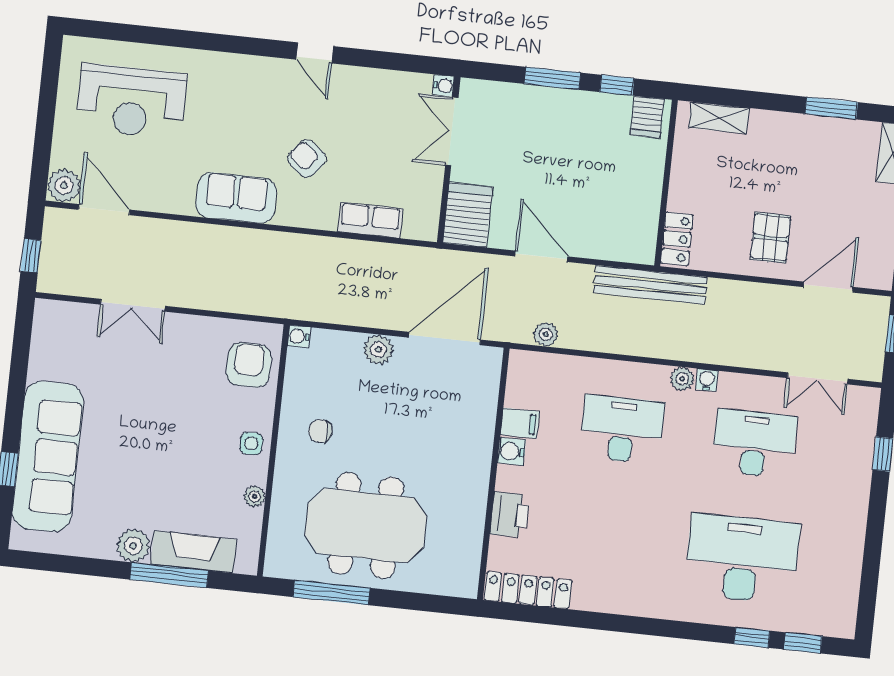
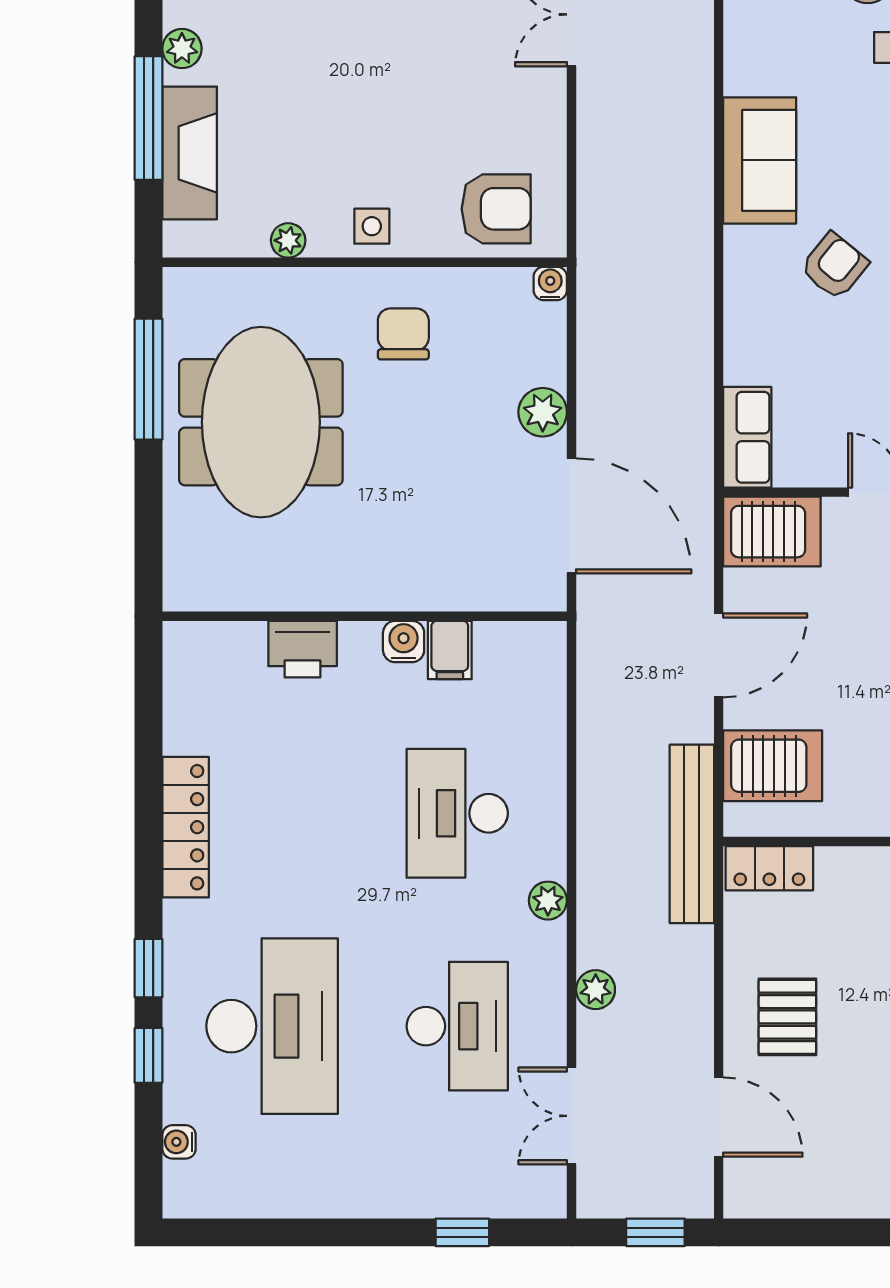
row of seats: (370, 220) -> (747, 437), moved
server rack: (613, 230) -> (773, 766), added
pallet: (771, 238) -> (787, 1017), turned 90
plant: (546, 334) -> (596, 990), moved
water cooler: (707, 380) -> (179, 1142), moved, turned 180
desk: (622, 429) -> (457, 813), turned 180
chair: (320, 431) -> (403, 334), width x1.37, depth x1.37
plant: (133, 546) -> (182, 49), width x0.73, depth x0.73
locker: (528, 590) -> (186, 827), moved
window: (803, 643) -> (149, 968), moved

